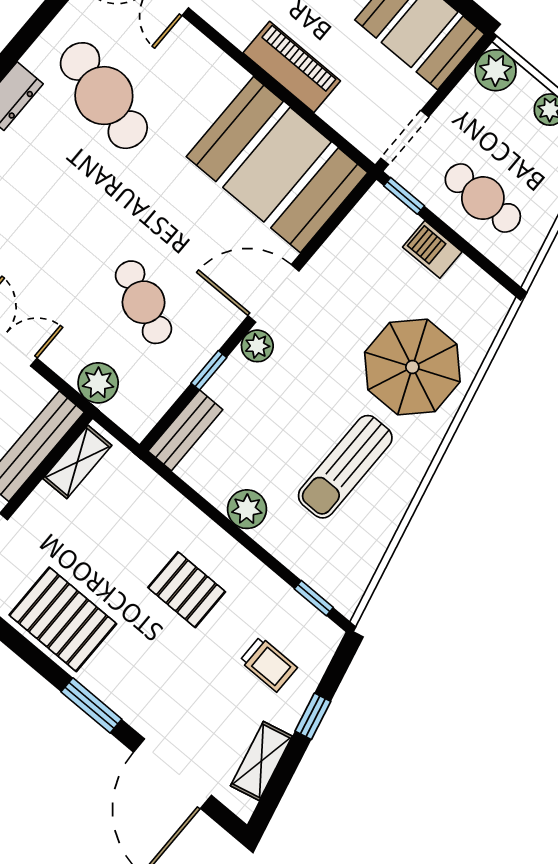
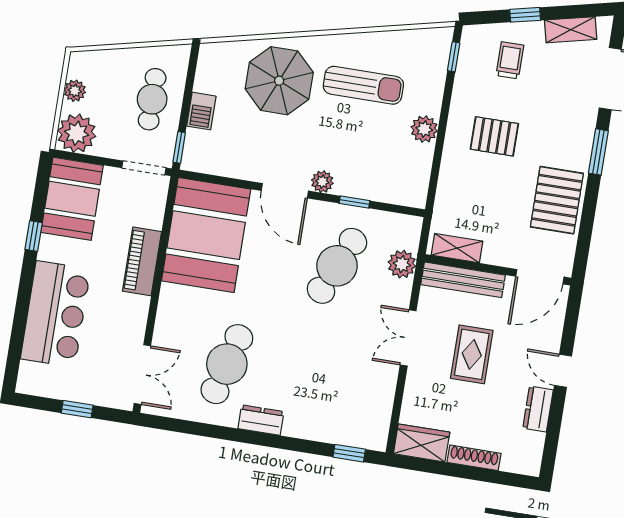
plant: (496, 70) -> (77, 133), width x1.36, depth x1.36
cafe table: (144, 302) -> (337, 266), width x1.37, depth x1.35
bench: (185, 430) -> (399, 194), removed
pallet: (187, 590) -> (494, 136), turned 90

